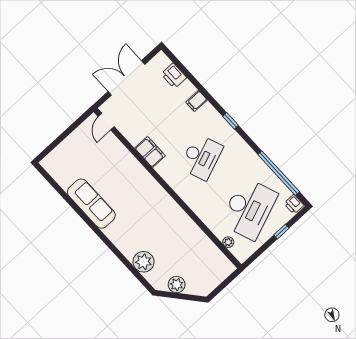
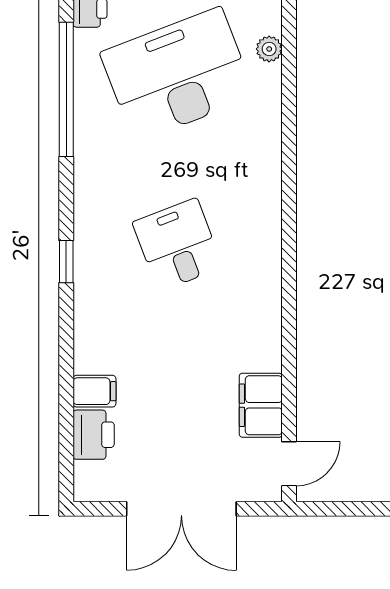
filing cabinet: (197, 101) -> (94, 391), moved
filing cabinet: (150, 152) -> (261, 405), moved
desk: (201, 157) -> (178, 245), width x0.73

